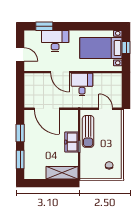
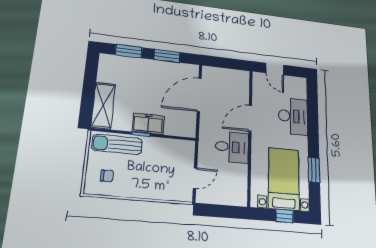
window: (44, 26) -> (314, 170), moved
door: (20, 54) -> (275, 69), hinge flipped
sun lounger: (88, 131) -> (117, 144), moved

